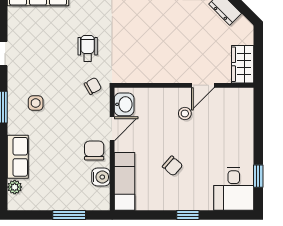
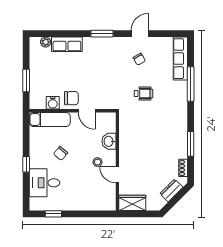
chair: (93, 86) -> (139, 59), moved
side table: (36, 103) -> (105, 57), removed
washbasin: (124, 104) -> (109, 141), moved, turned 90
desk: (234, 189) -> (44, 183), moved

